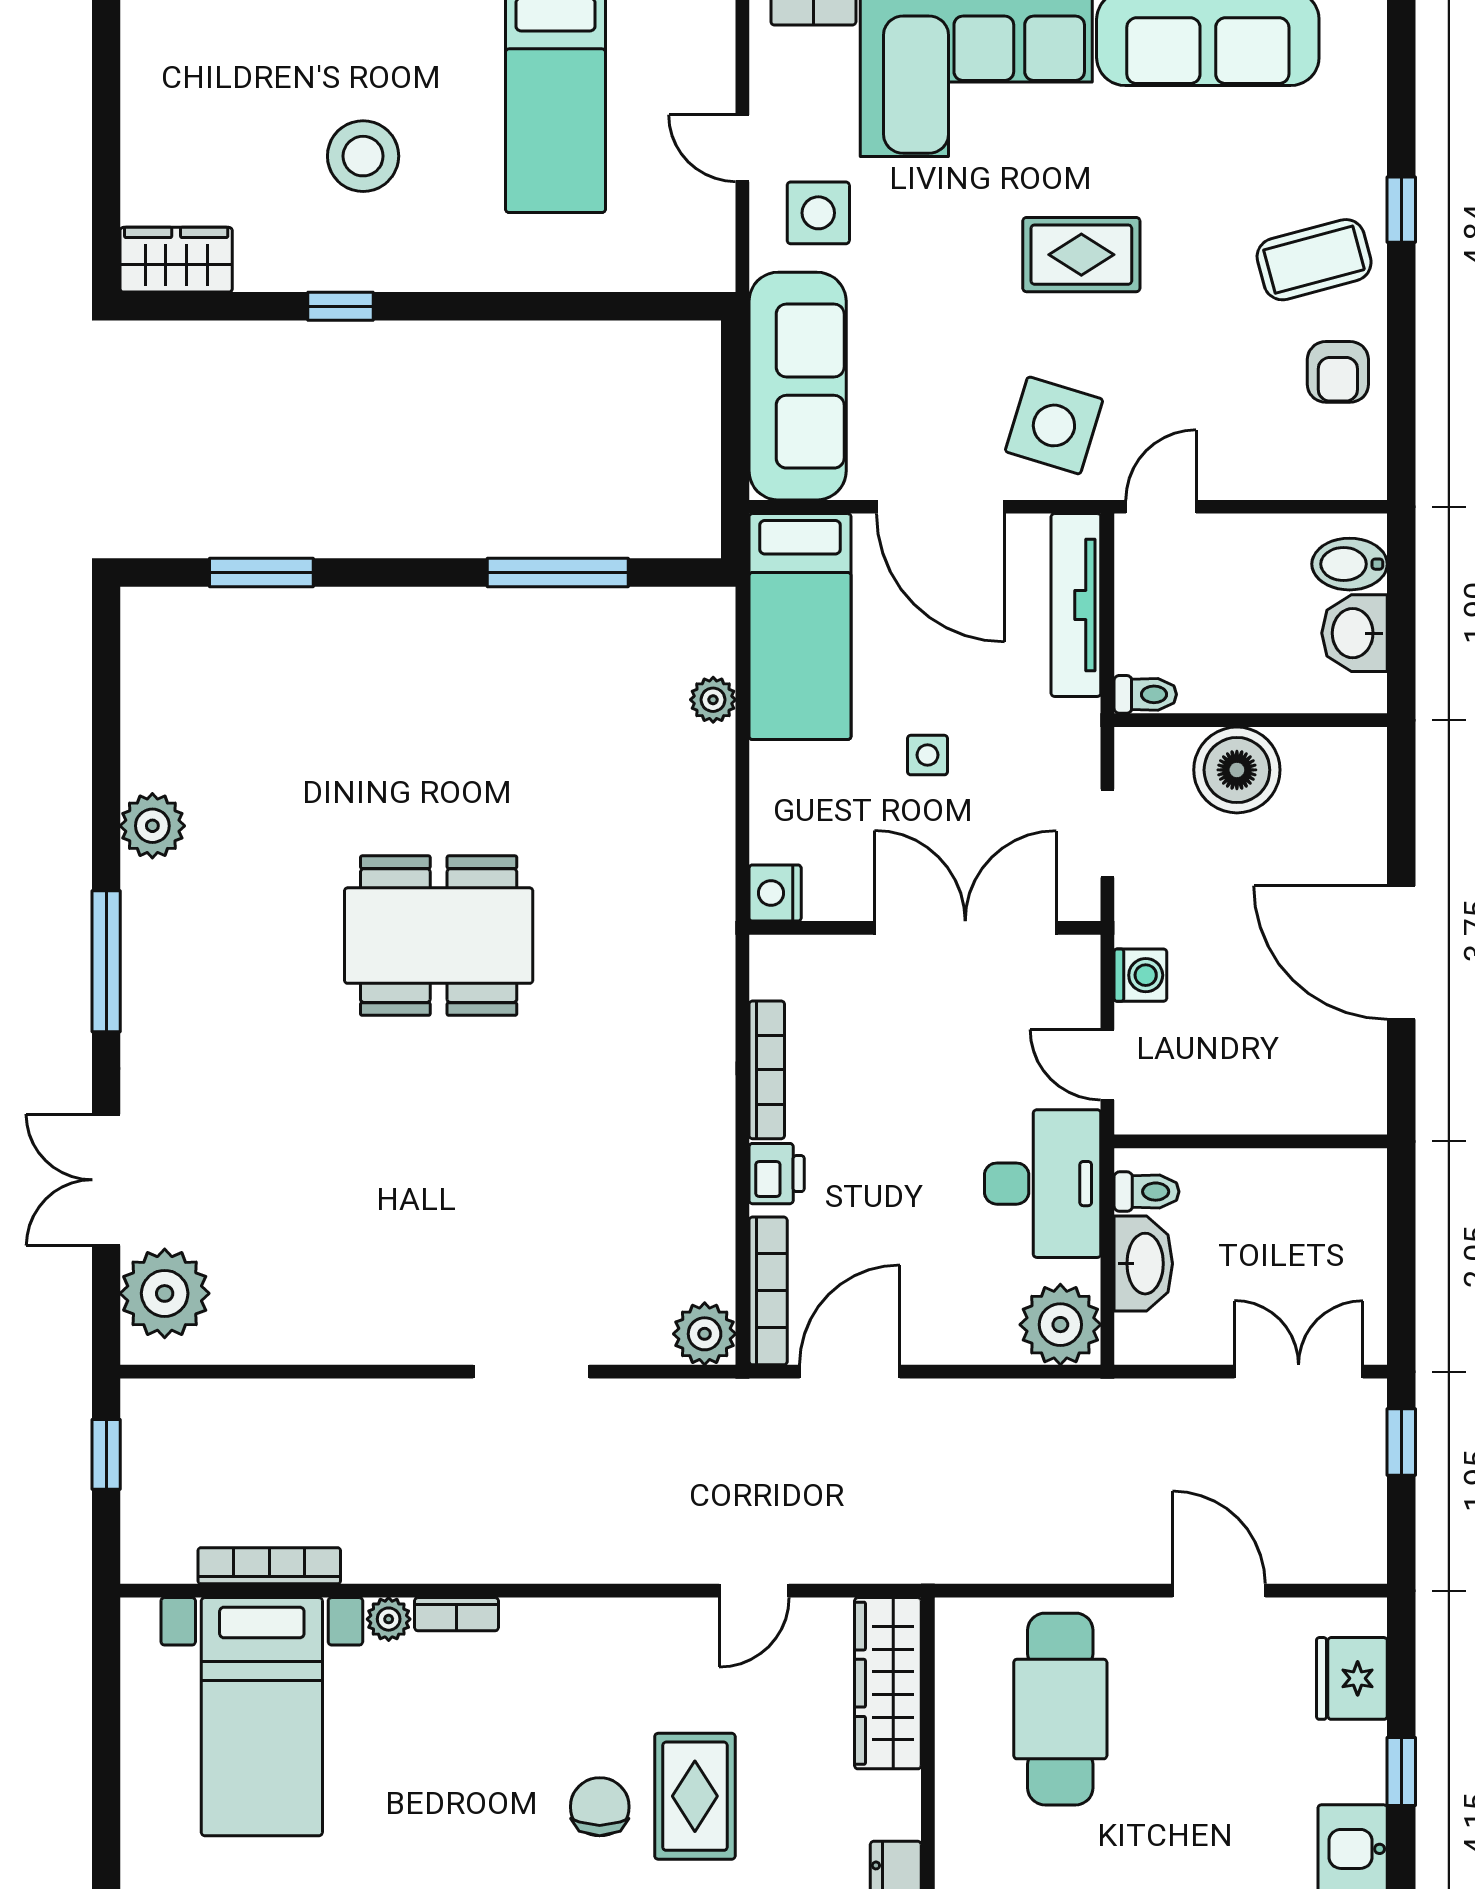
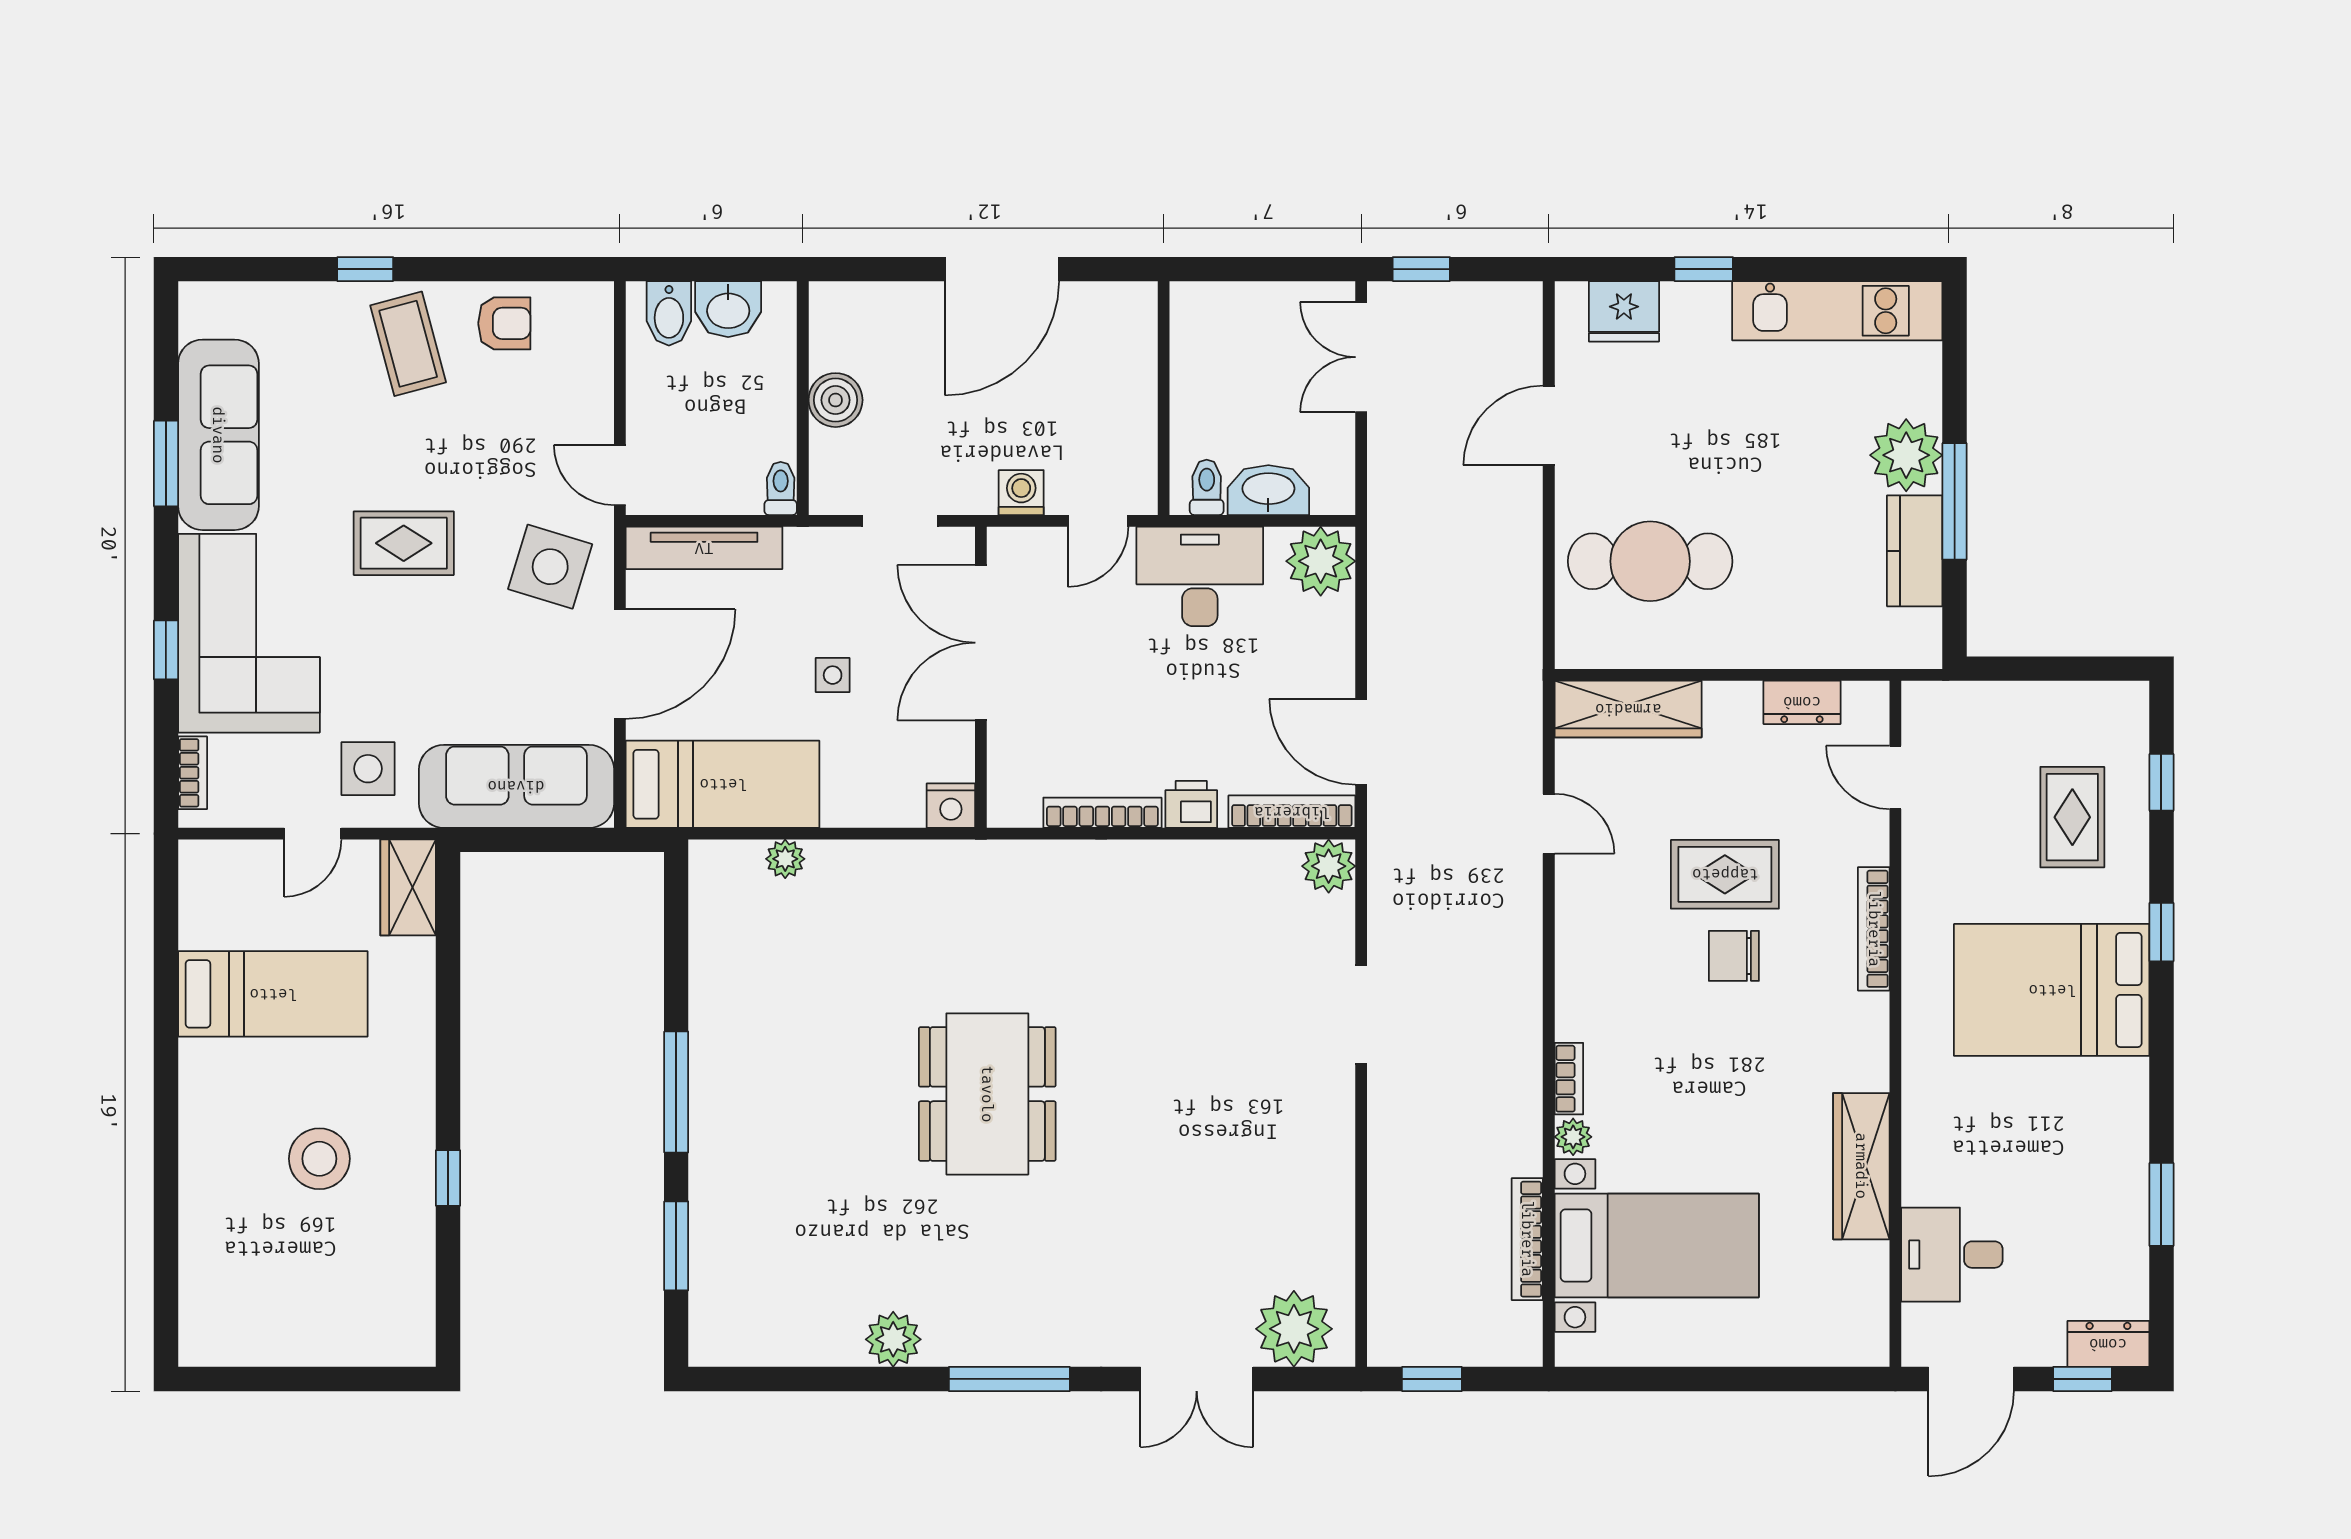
rug: (1081, 255) -> (404, 543), turned 90
wardrobe: (176, 260) -> (408, 887), moved
window: (558, 572) -> (676, 1092), moved
boiler: (1237, 770) -> (836, 400), width x0.73, depth x0.73

